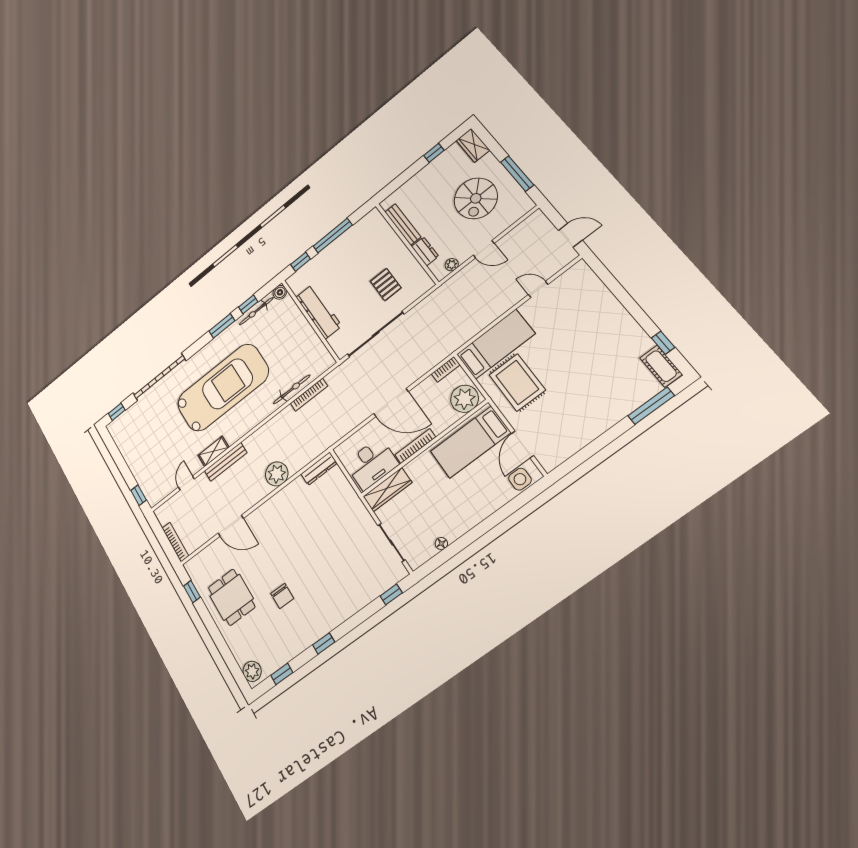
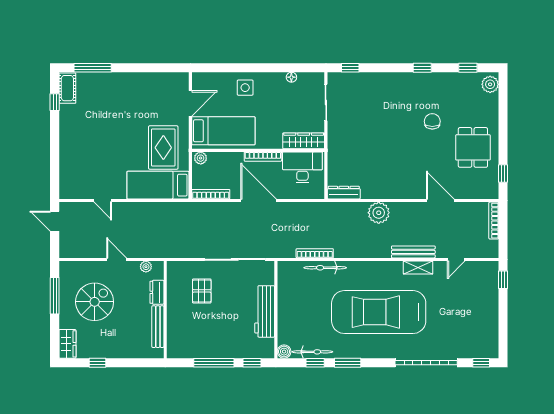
bookcase: (446, 369) -> (211, 194), width x1.56
plant: (465, 399) -> (201, 158), width x0.53, depth x0.53
side table: (520, 479) -> (245, 88), moved

